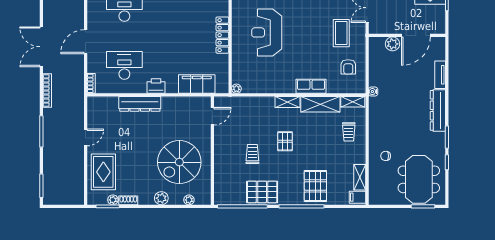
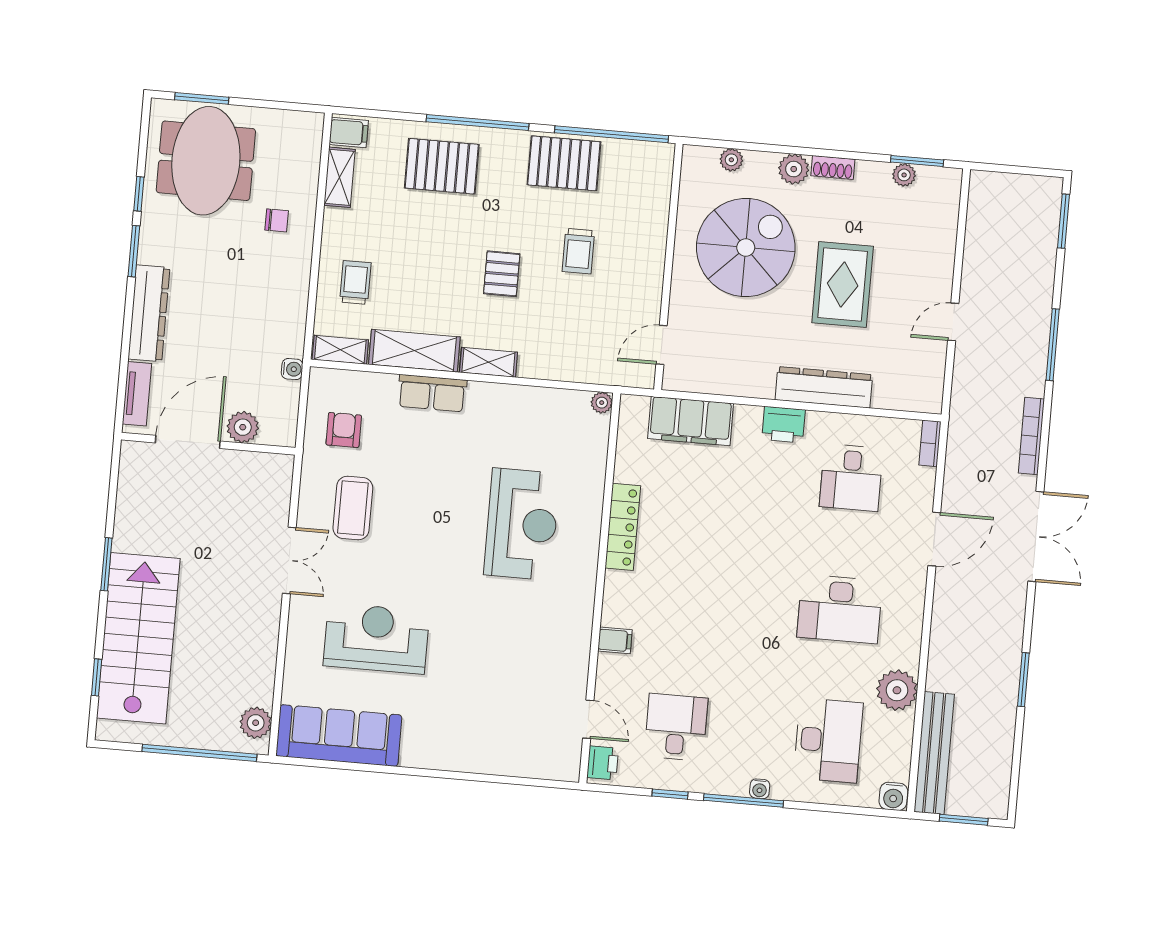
wall: (407, 35) -> (208, 444), moved
door: (416, 35) -> (188, 442), moved
plant: (392, 44) -> (243, 427), moved
desk: (124, 65) -> (851, 478), width x0.73
rug: (103, 172) -> (843, 285), moved
pallet: (315, 186) -> (442, 166), turned 90
shoe rack: (128, 200) -> (833, 167), moved

